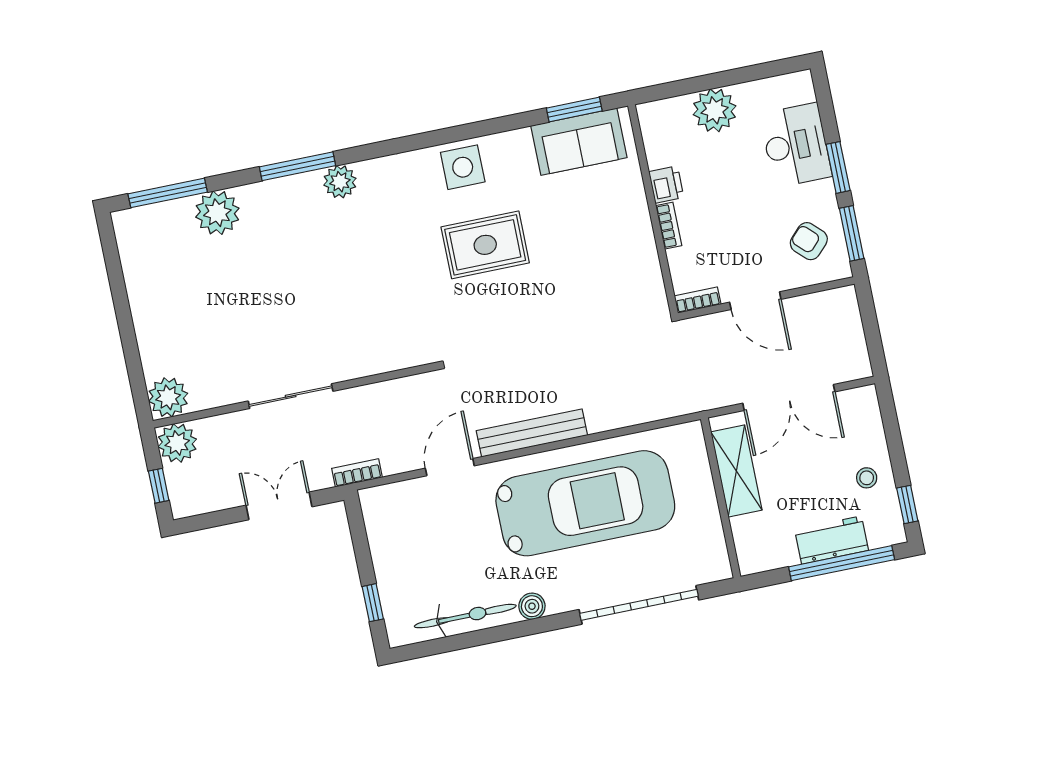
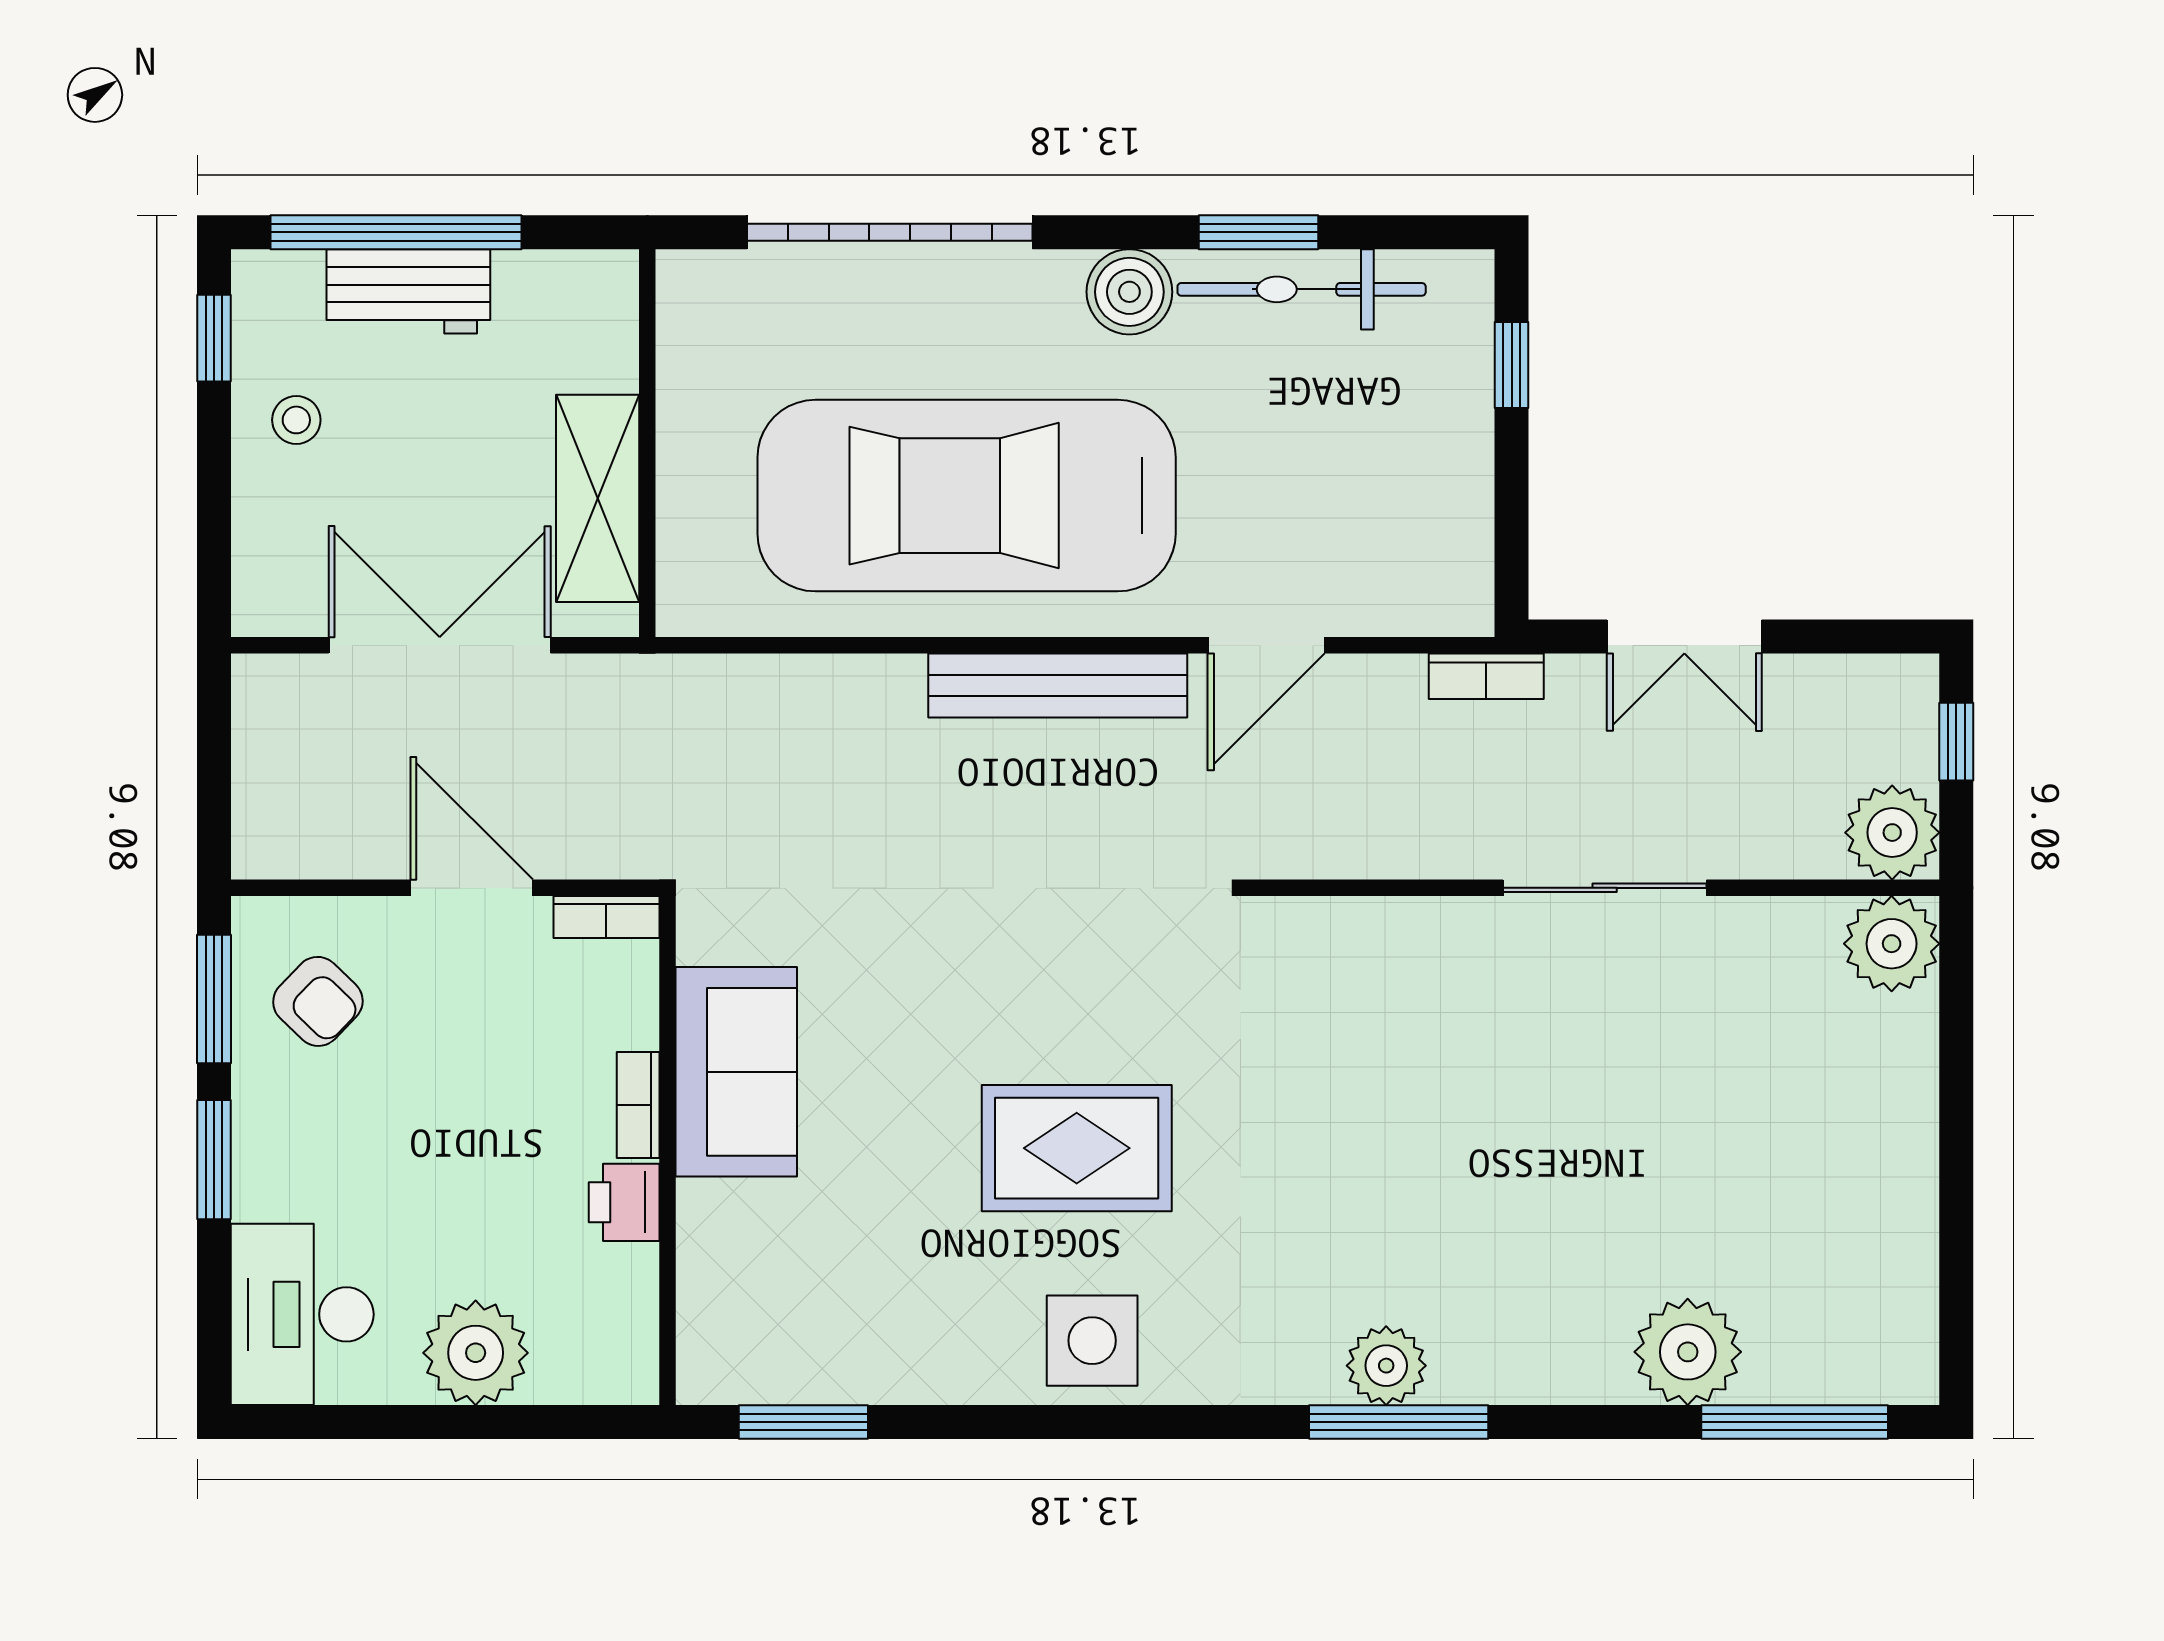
sofa: (579, 142) -> (736, 1072), moved, turned 90
desk: (796, 145) -> (302, 1314), moved
window: (297, 166) -> (1399, 1422), moved
boiler: (532, 606) -> (1129, 292), width x1.36, depth x1.36
window: (488, 636) -> (1258, 232), added

